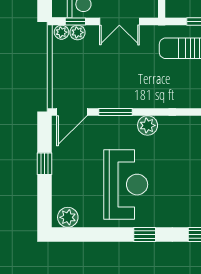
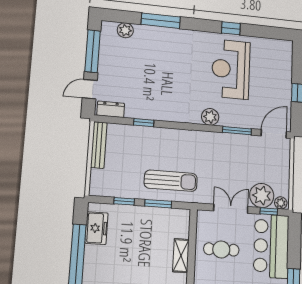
plant: (77, 32) -> (262, 196), width x1.88, depth x1.88
plant: (68, 217) -> (280, 47), removed
window: (145, 234) -> (231, 28), moved

